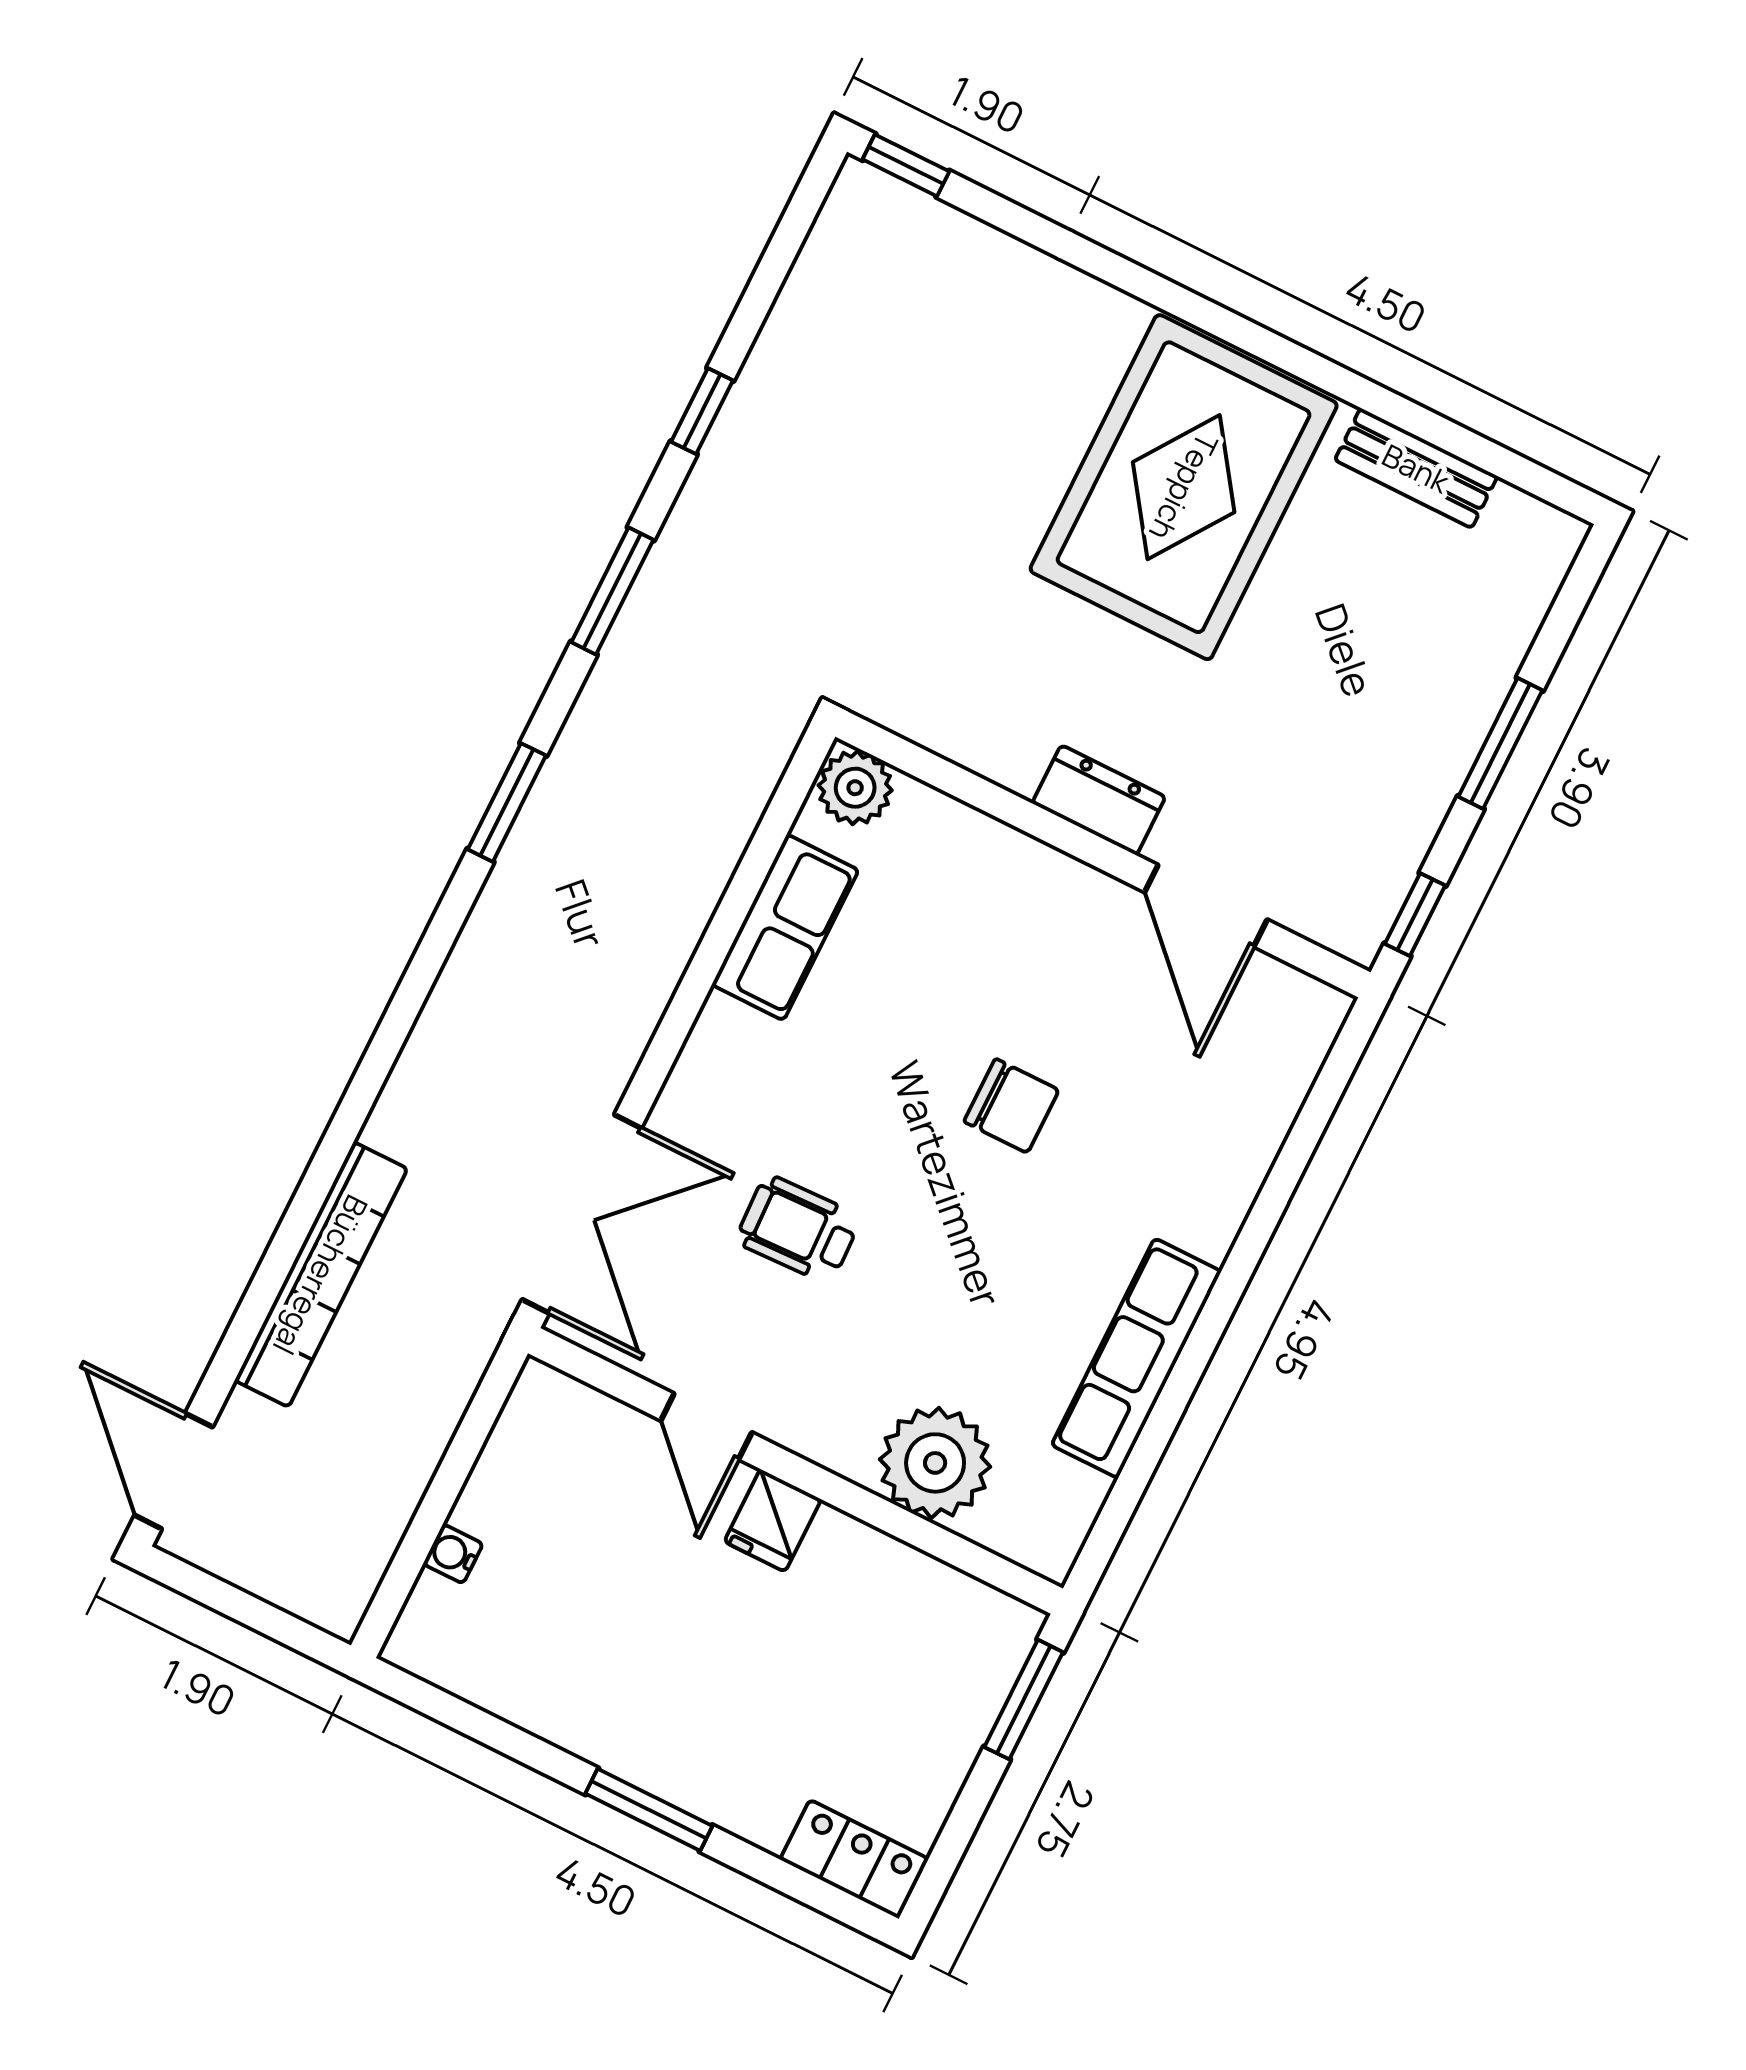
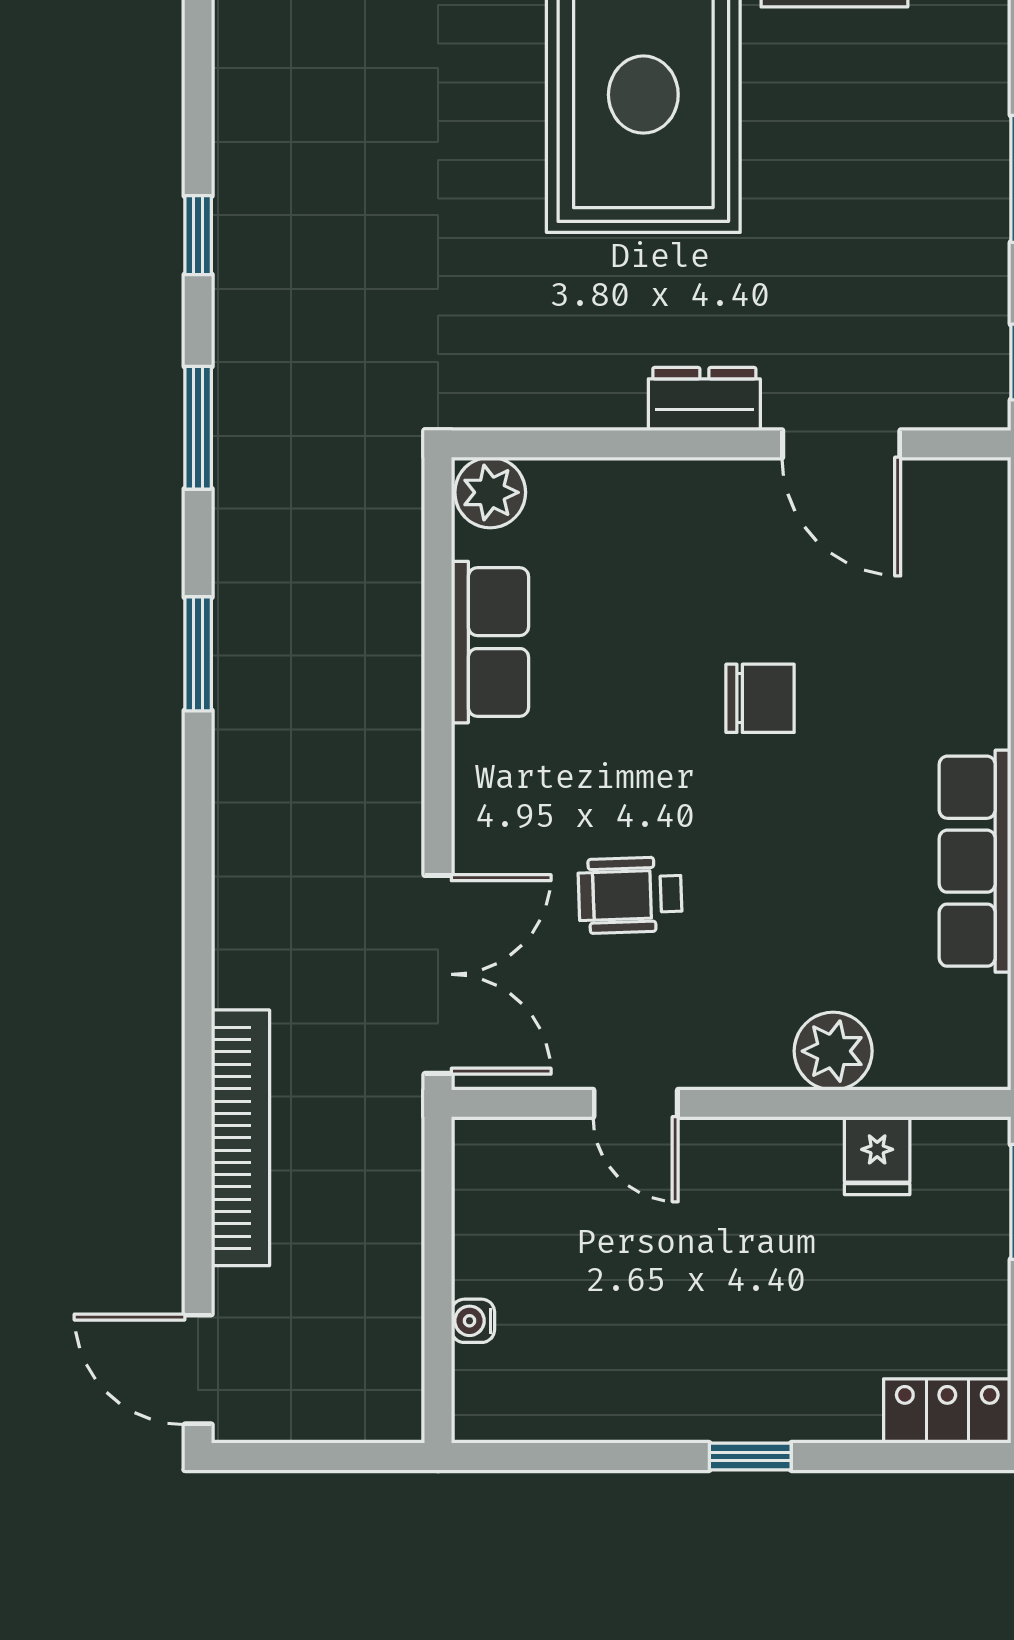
plant: (935, 1463) -> (833, 1051), width x0.73, depth x0.73
fridge: (773, 1521) -> (877, 1156), moved
window: (649, 1810) -> (750, 1456), width x0.67

